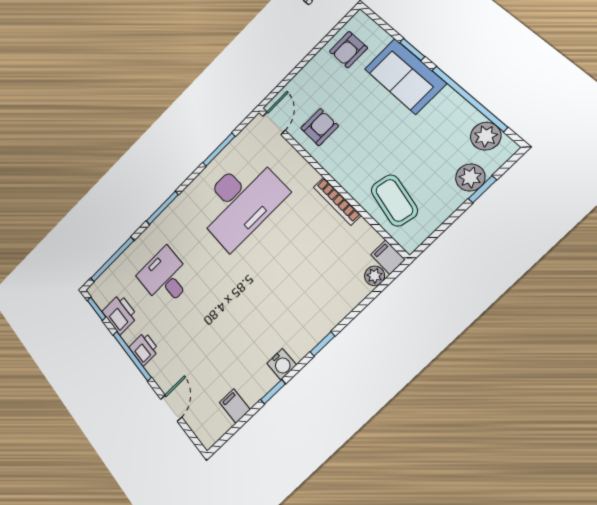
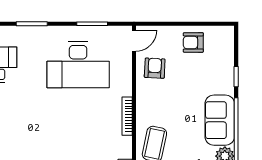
armchair: (348, 50) -> (193, 42), moved
sofa: (405, 76) -> (220, 120), moved
armchair: (320, 127) -> (155, 68), turned -87

